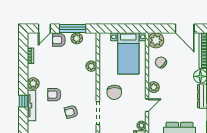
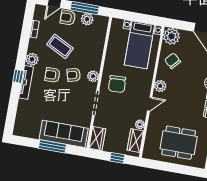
plant: (91, 66) -> (93, 76), moved
coffee table: (57, 67) -> (60, 46), added
armchair: (71, 112) -> (74, 75), moved

